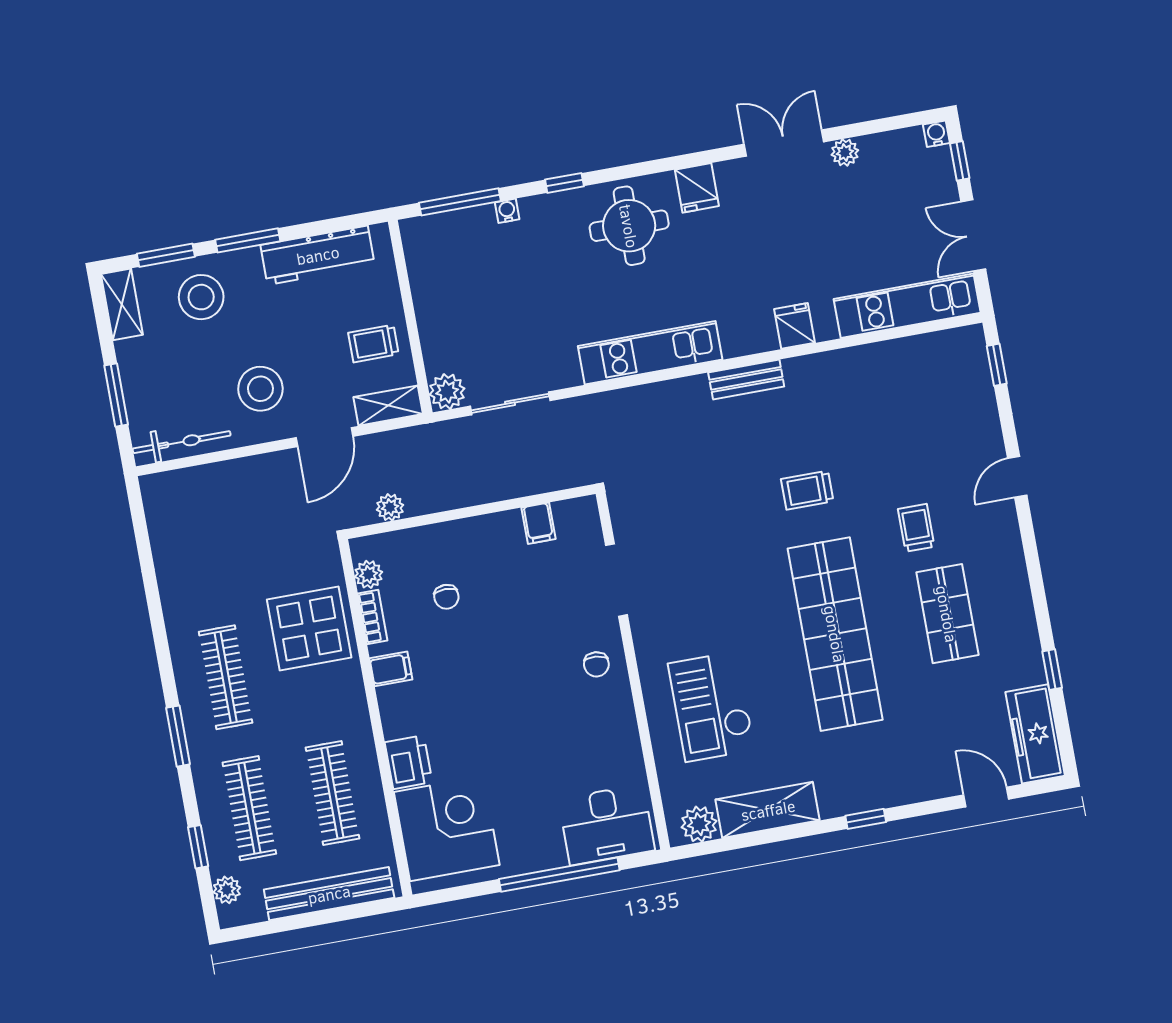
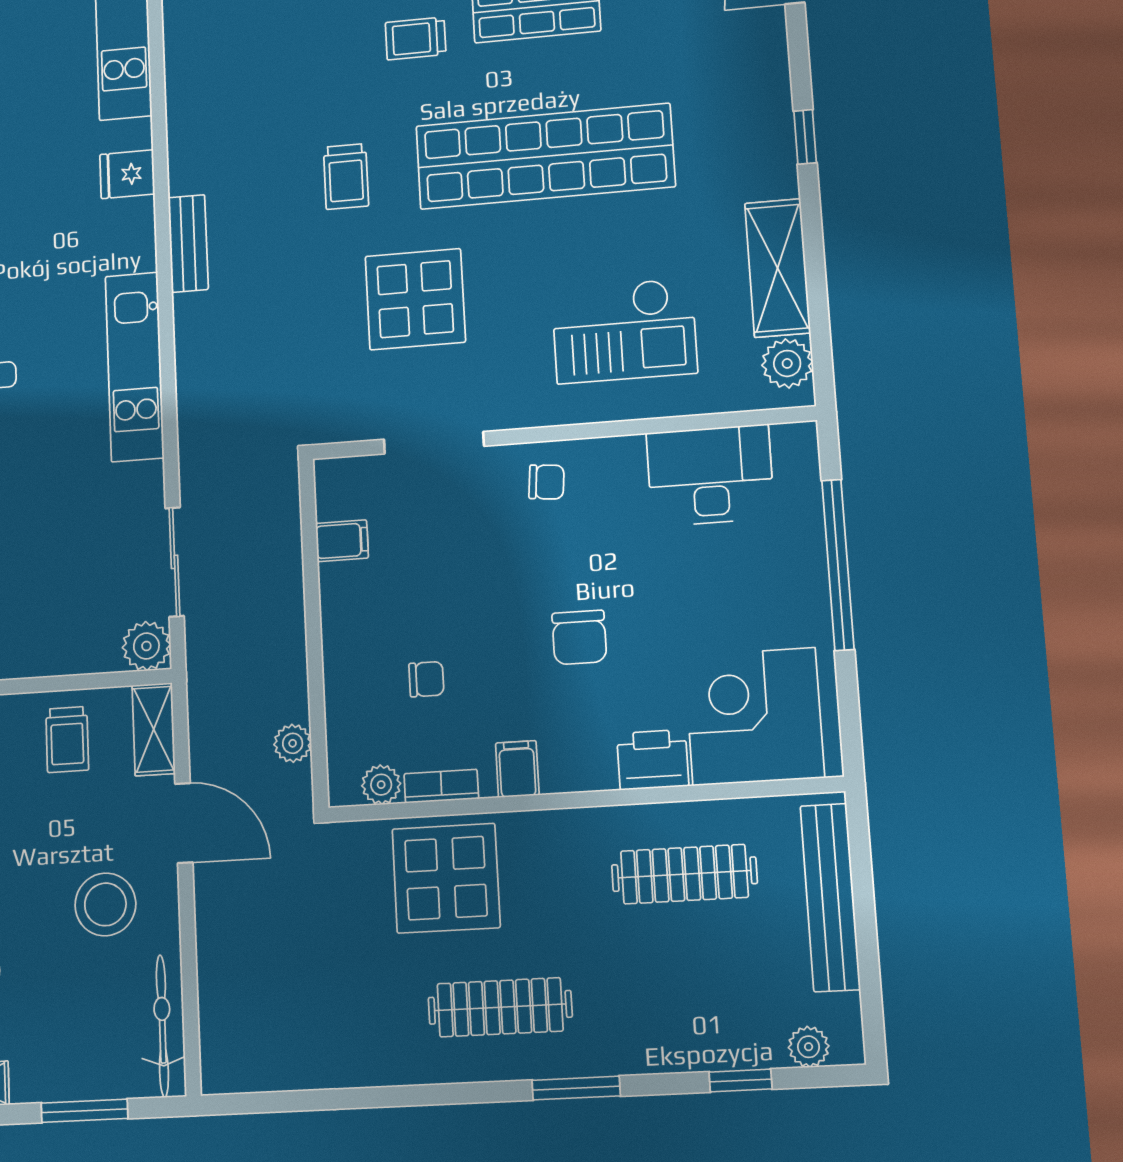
display table: (720, 553) -> (415, 299), added
chair: (488, 701) -> (579, 637), added
clothes rail: (249, 808) -> (692, 998), removed
desk: (607, 825) -> (710, 475), moved, turned -90

